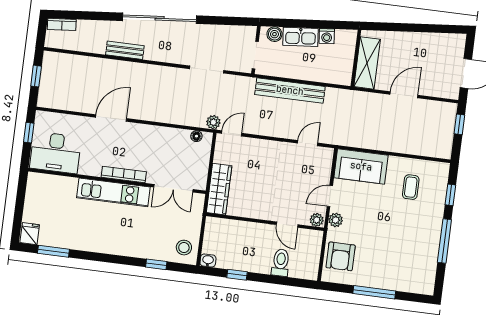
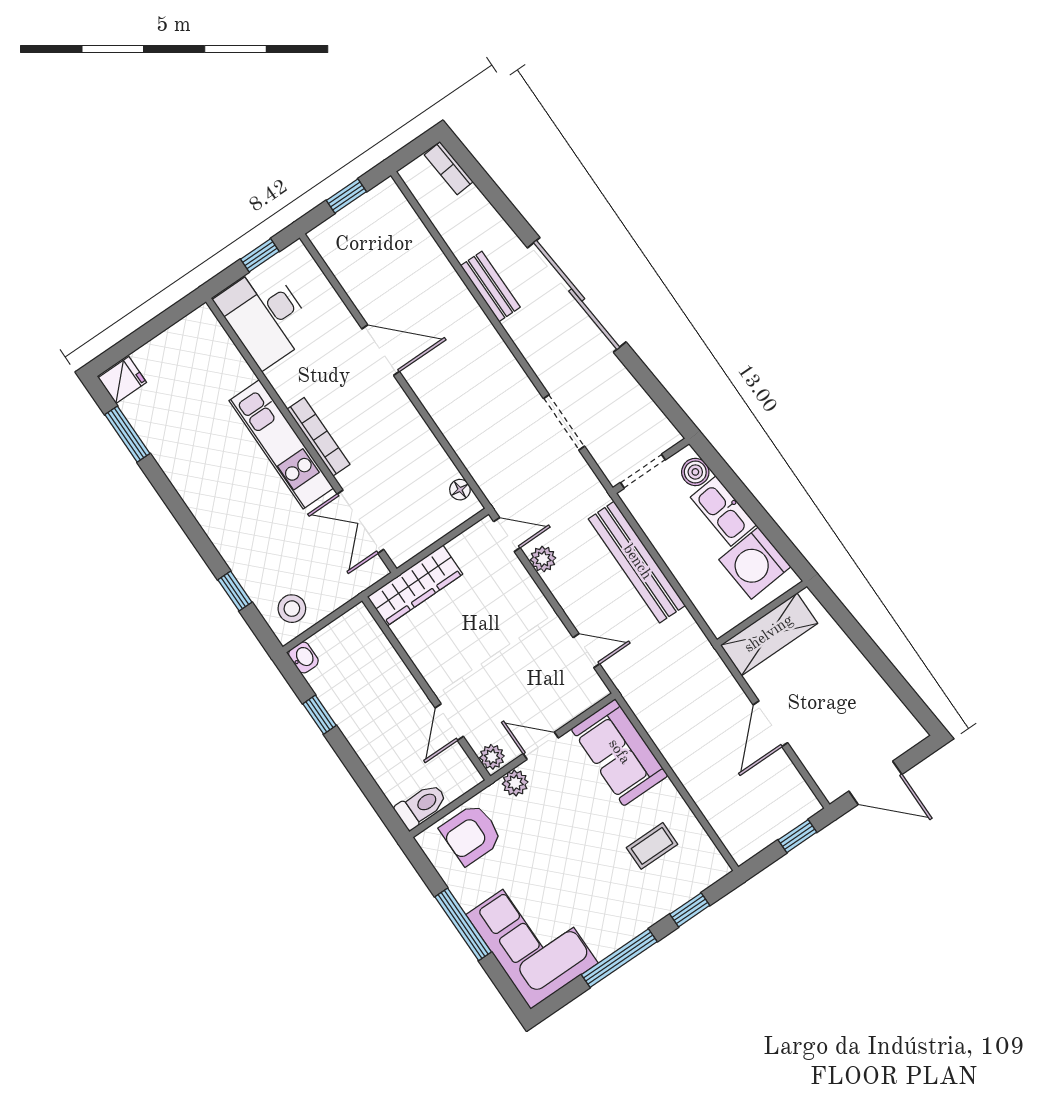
washing machine: (327, 36) -> (755, 563), width x1.89, depth x1.89
door: (404, 95) -> (770, 724), swing flipped
plant: (213, 122) -> (543, 559), moved
toilet: (281, 263) -> (421, 806), moved
corner sofa: (405, 269) -> (532, 939), added

